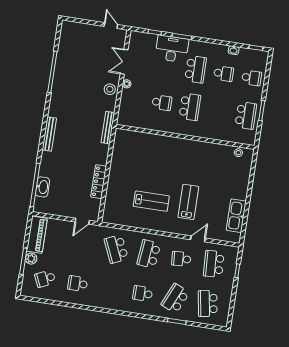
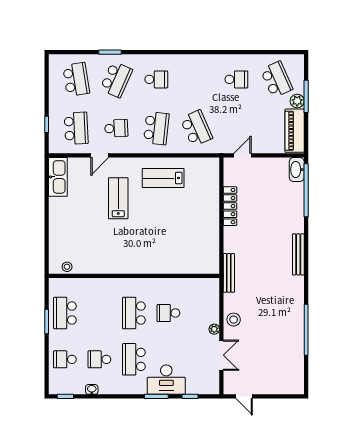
washbasin: (42, 187) -> (297, 170), moved
lab bench: (151, 201) -> (163, 178), moved
lab bench: (188, 202) -> (118, 198), turned 180
kitchen sink: (236, 216) -> (58, 177), moved
school desk: (45, 279) -> (276, 79), width x1.85

